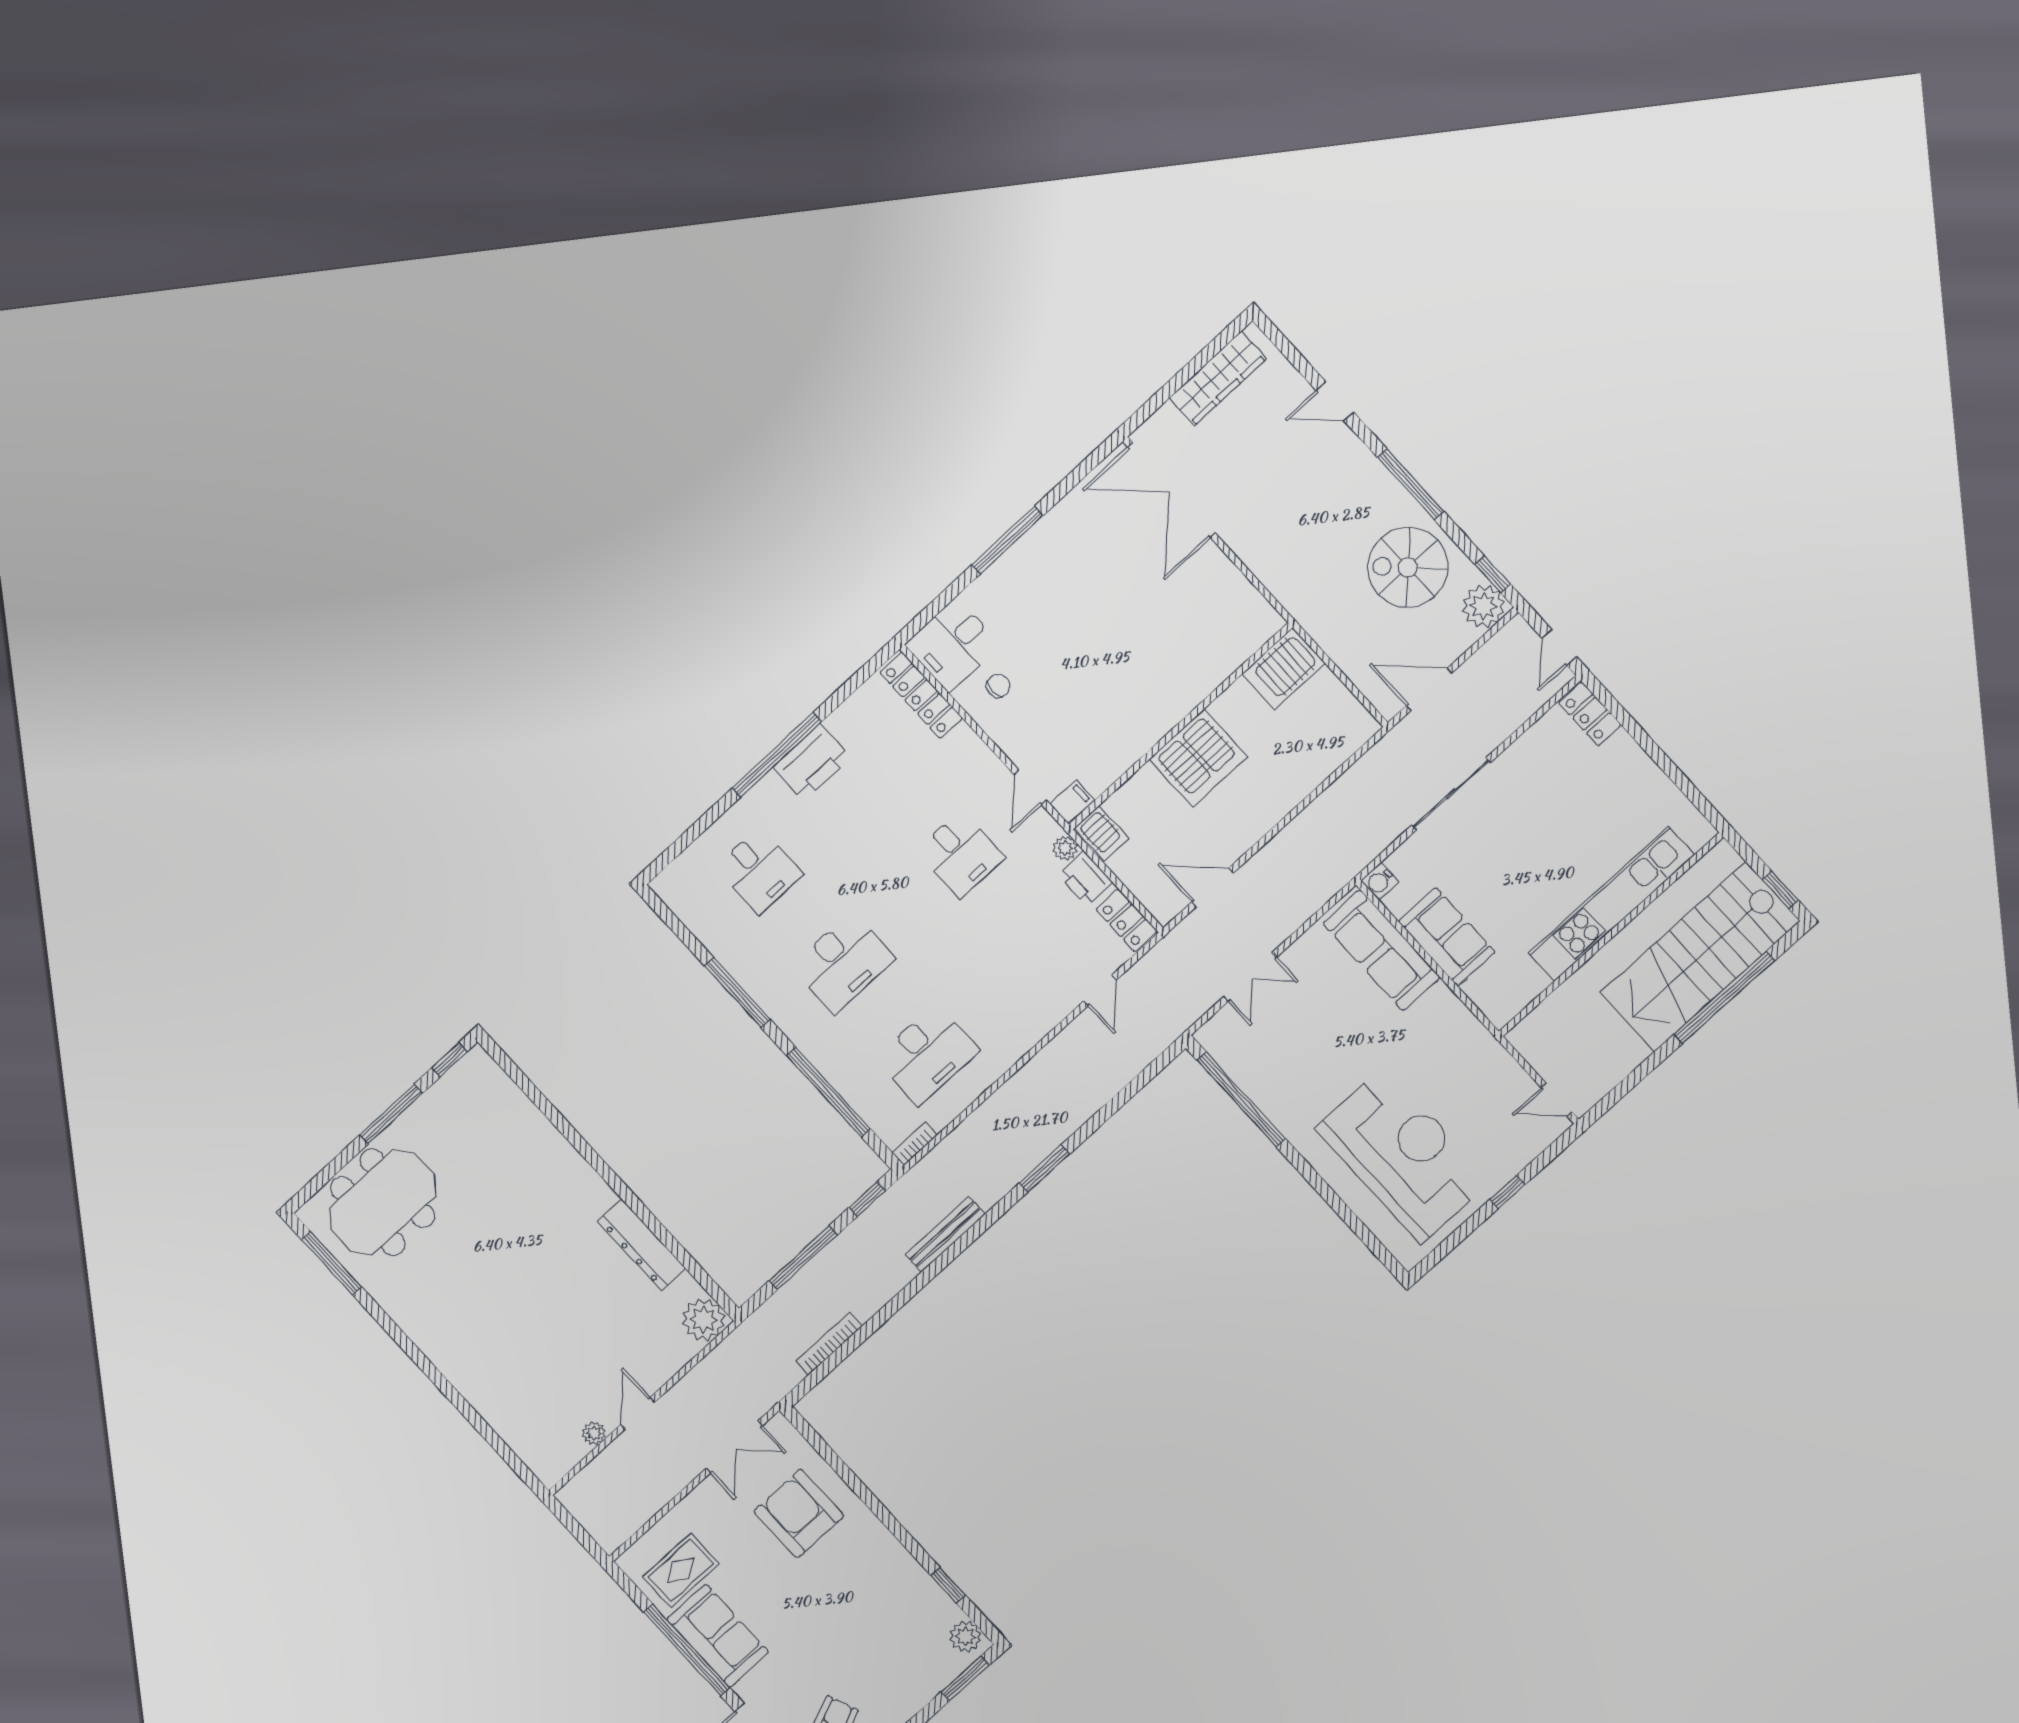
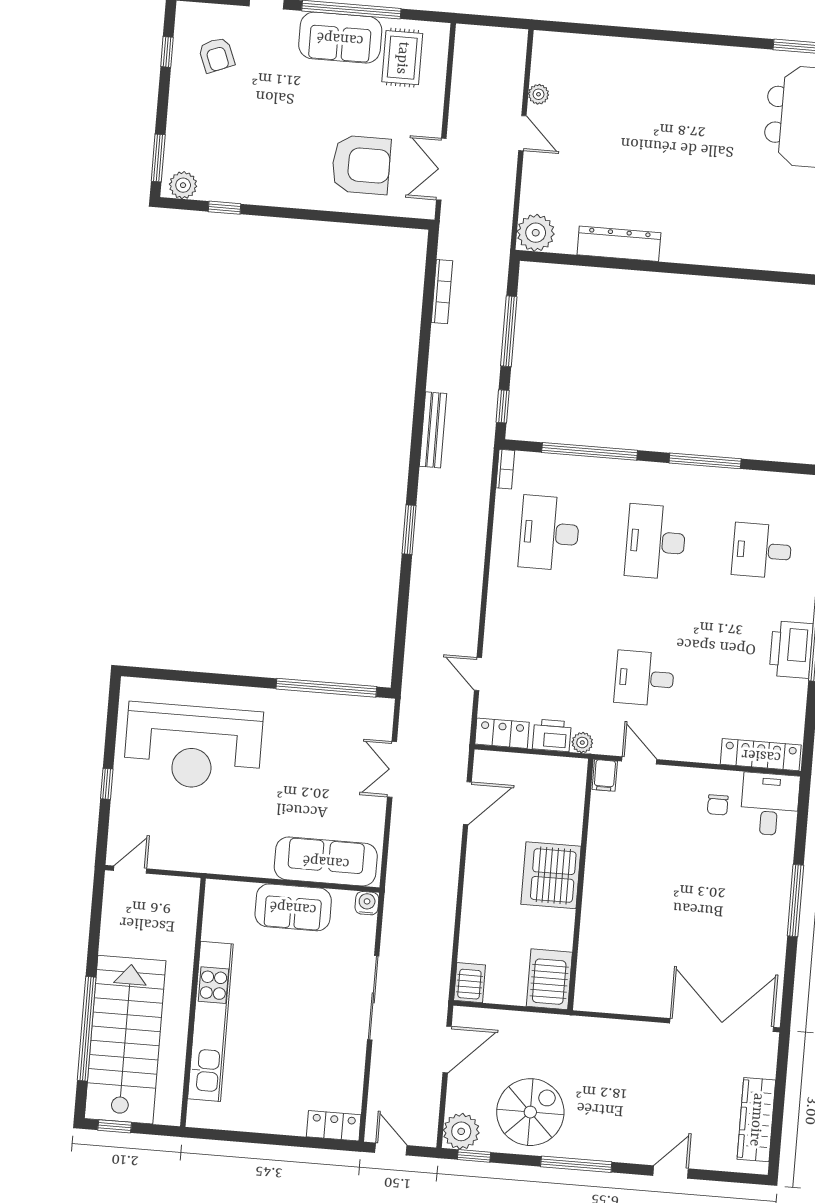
server rack: (1101, 834) -> (470, 983), moved, turned 90

